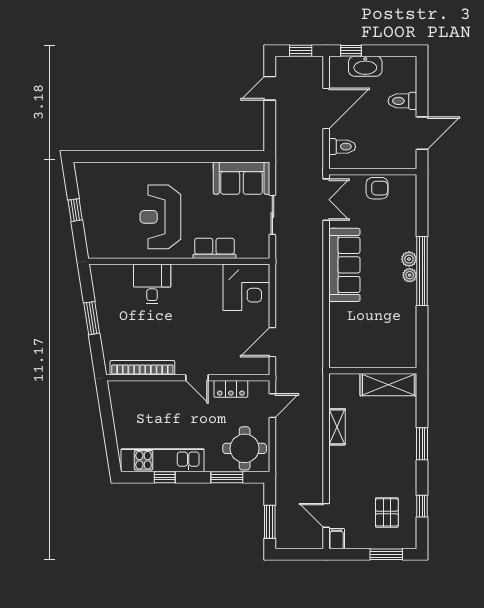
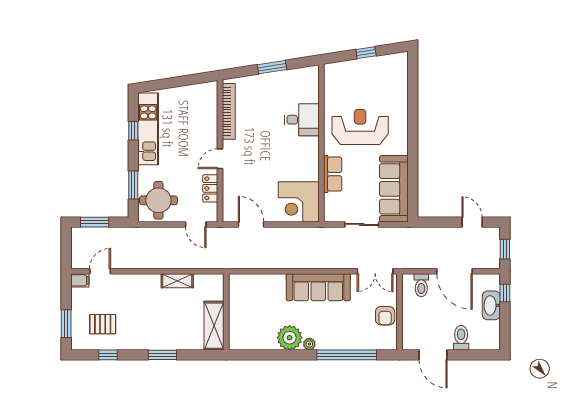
sofa: (242, 178) -> (394, 189), width x1.36
plant: (409, 259) -> (290, 338), moved, width x1.88, depth x1.88
window: (422, 271) -> (347, 355), moved

